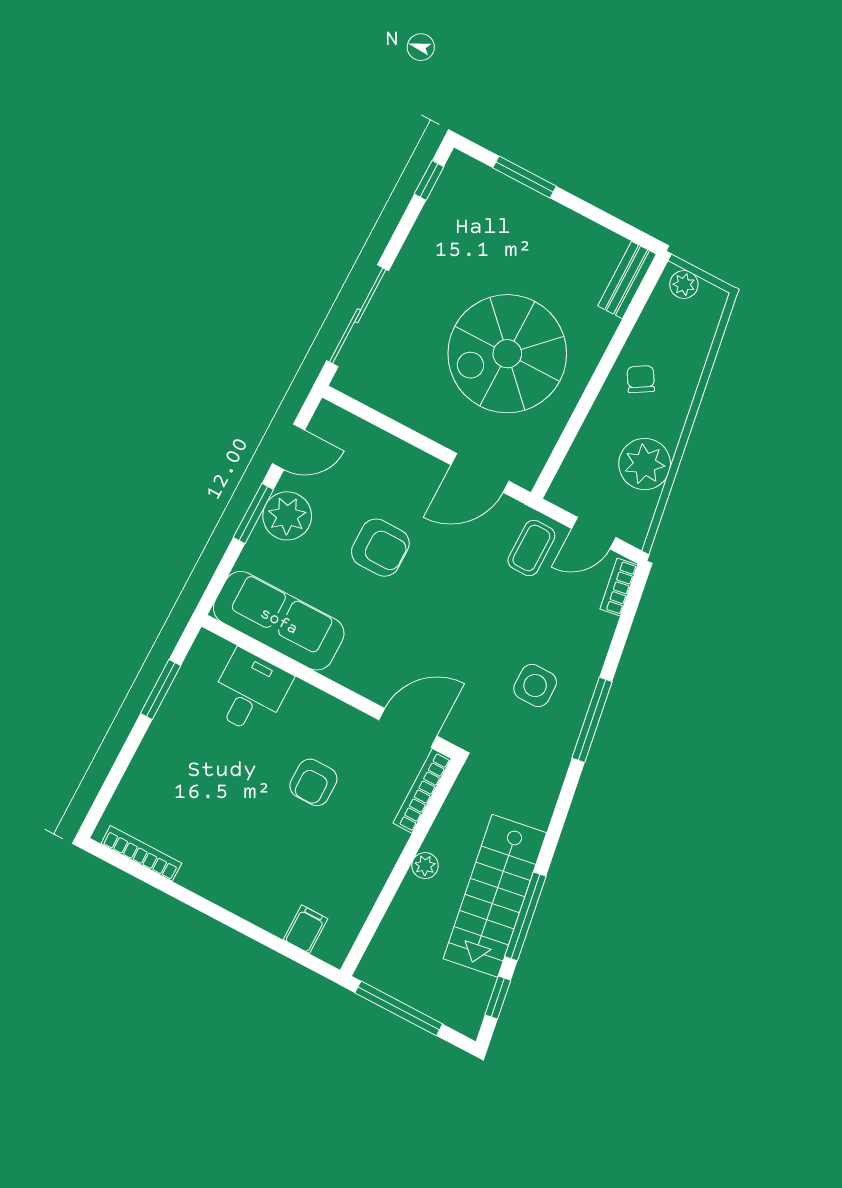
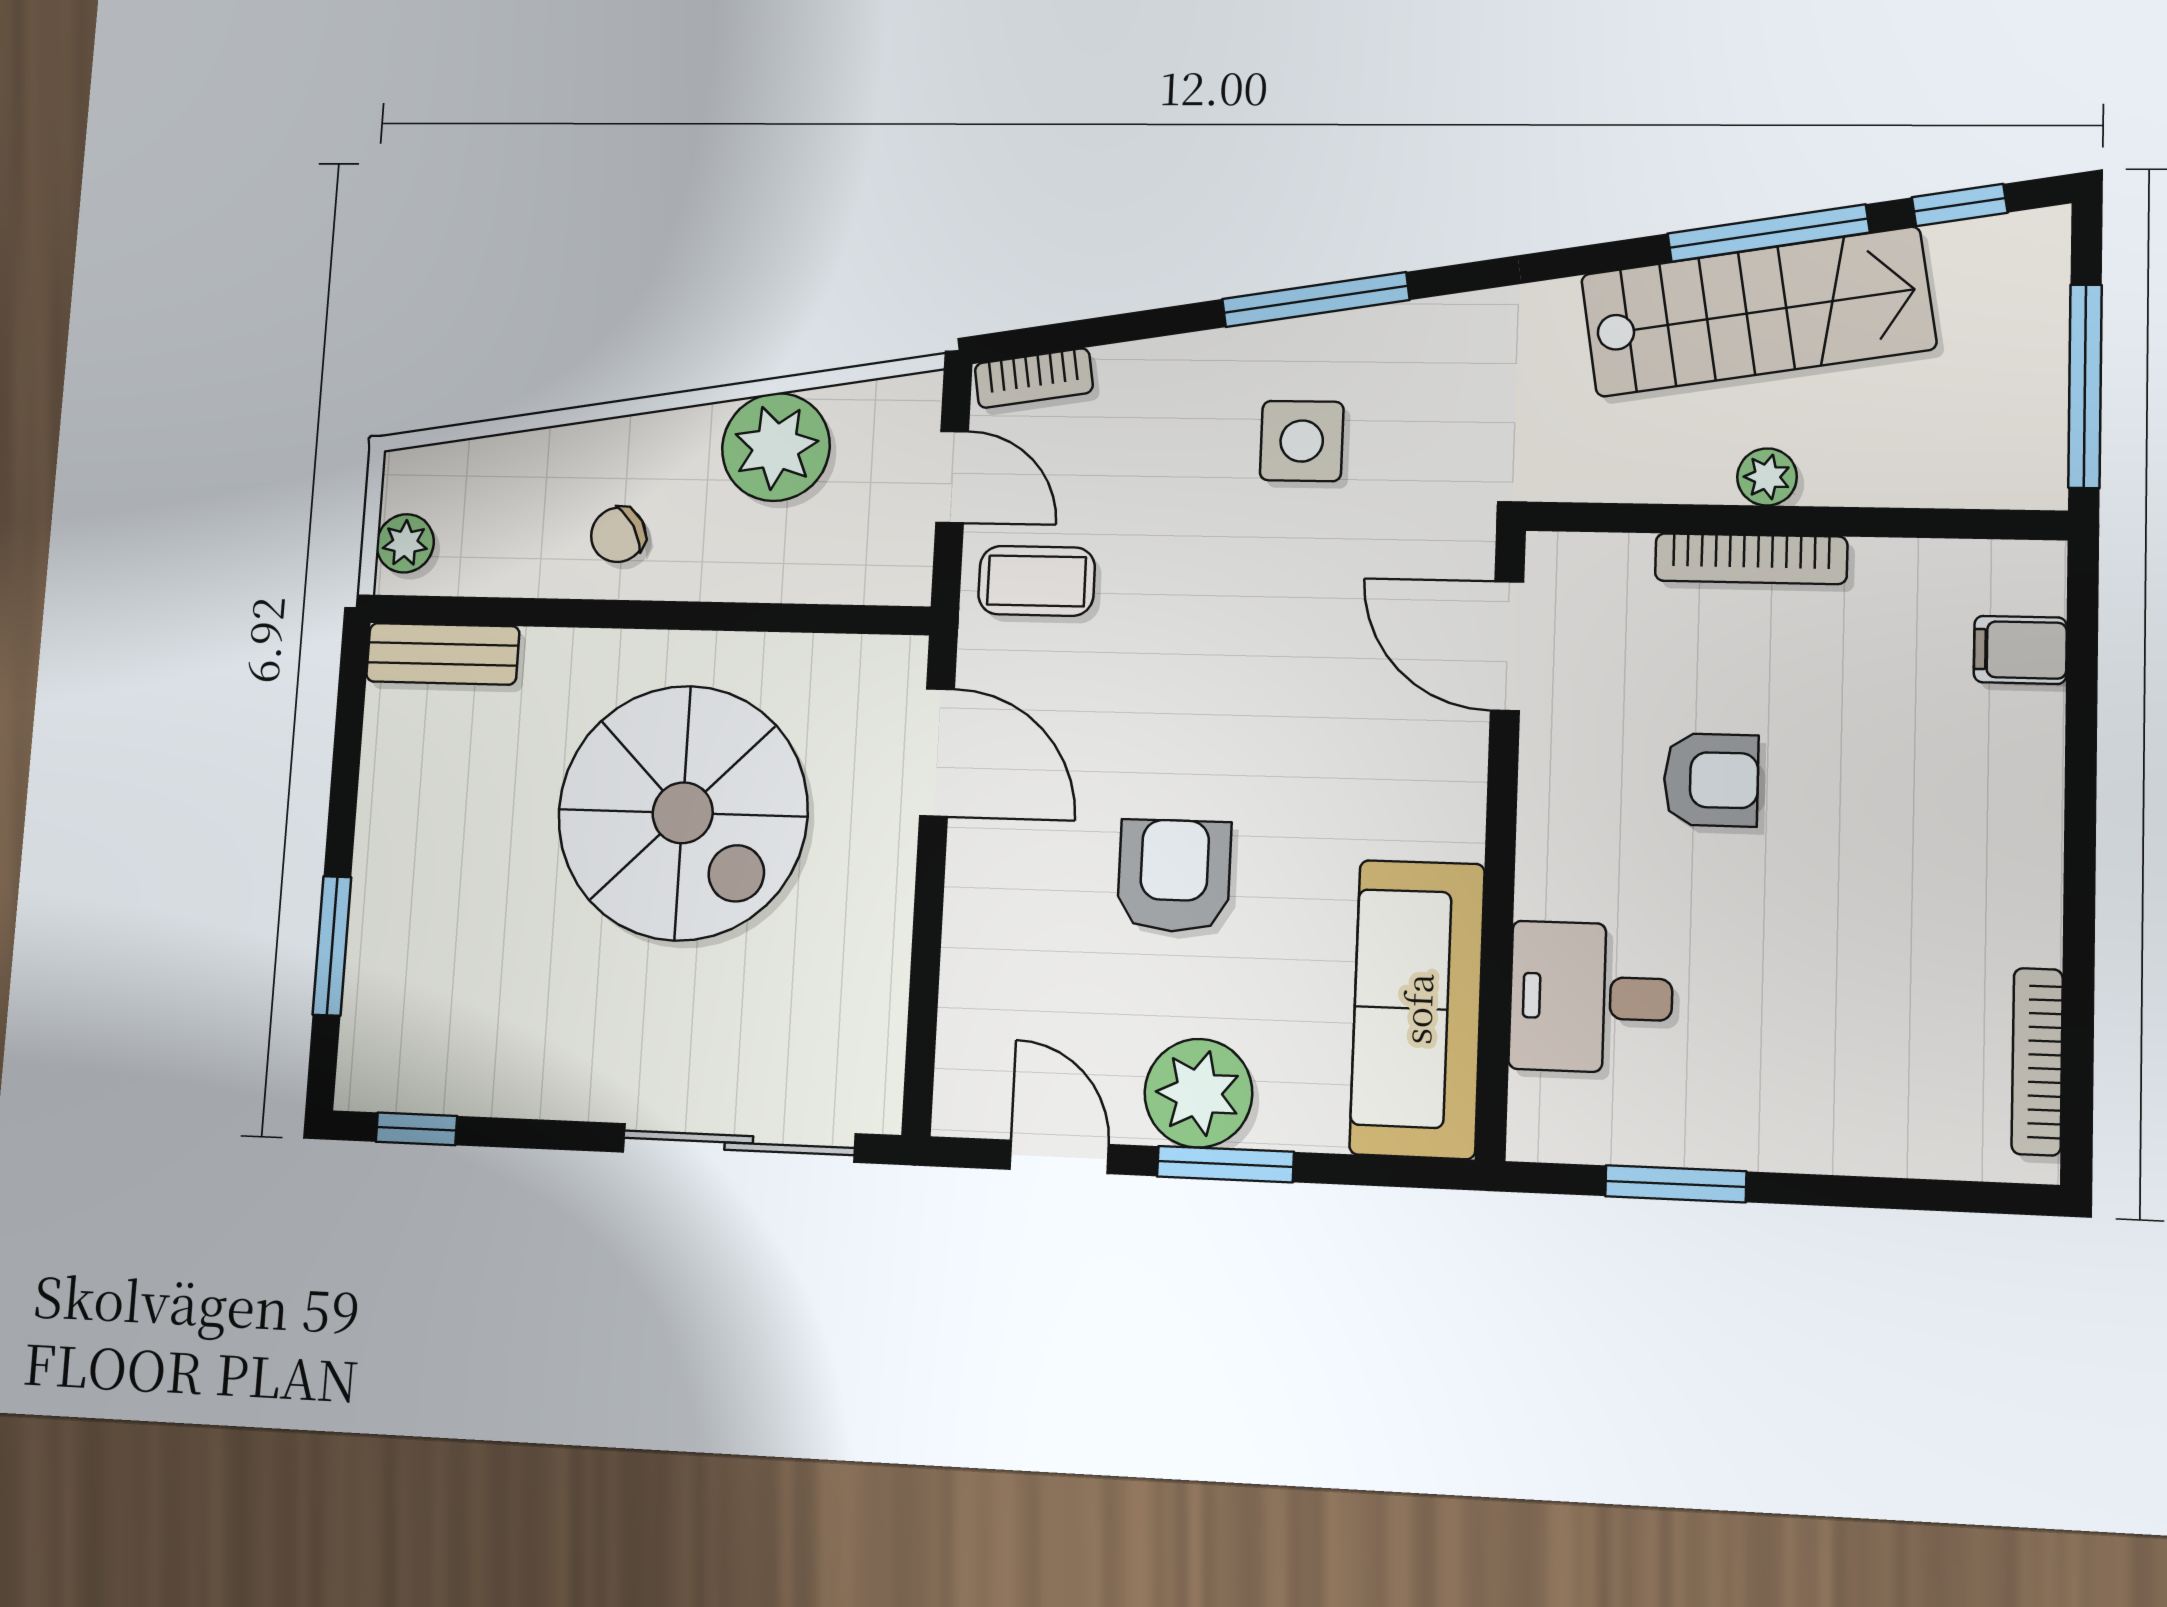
bookcase: (422, 791) -> (1751, 559), moved

